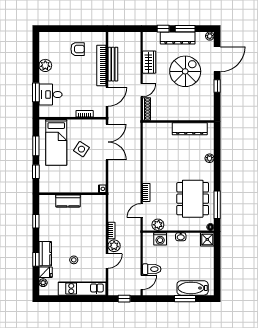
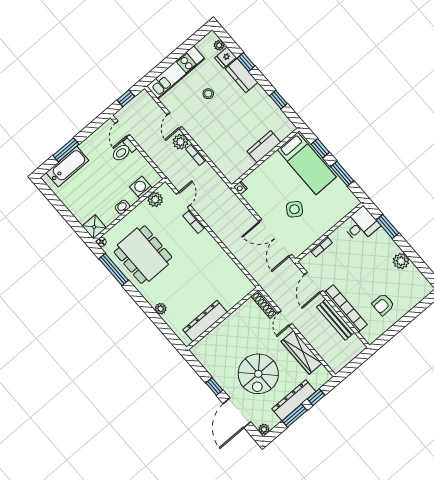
wardrobe: (149, 62) -> (302, 352), width x1.50
desk: (51, 95) -> (361, 225), moved
bed: (56, 142) -> (307, 163), moved, turned 180

